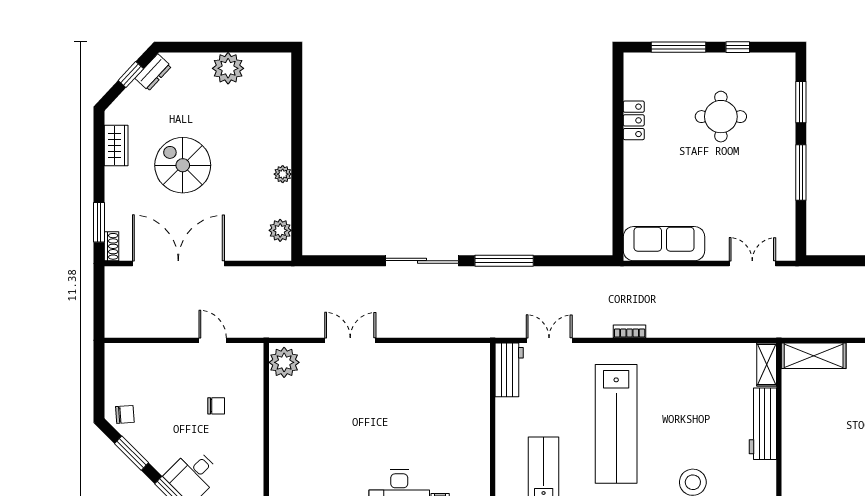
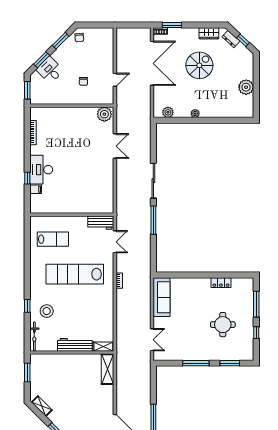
dresser: (153, 72) -> (231, 39), moved

